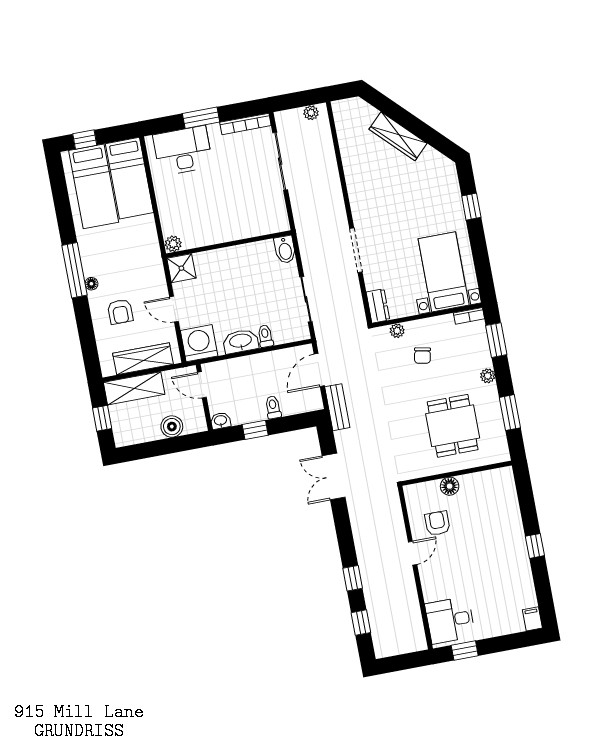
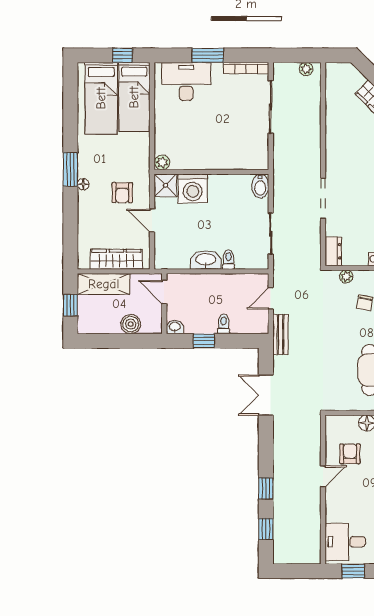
window: (85, 140) -> (122, 55), moved
window: (75, 270) -> (70, 169), width x0.69
armchair: (120, 312) -> (122, 193), moved
washing machine: (199, 343) -> (193, 188), moved, turned 180
door: (319, 370) -> (271, 298), width x0.73

